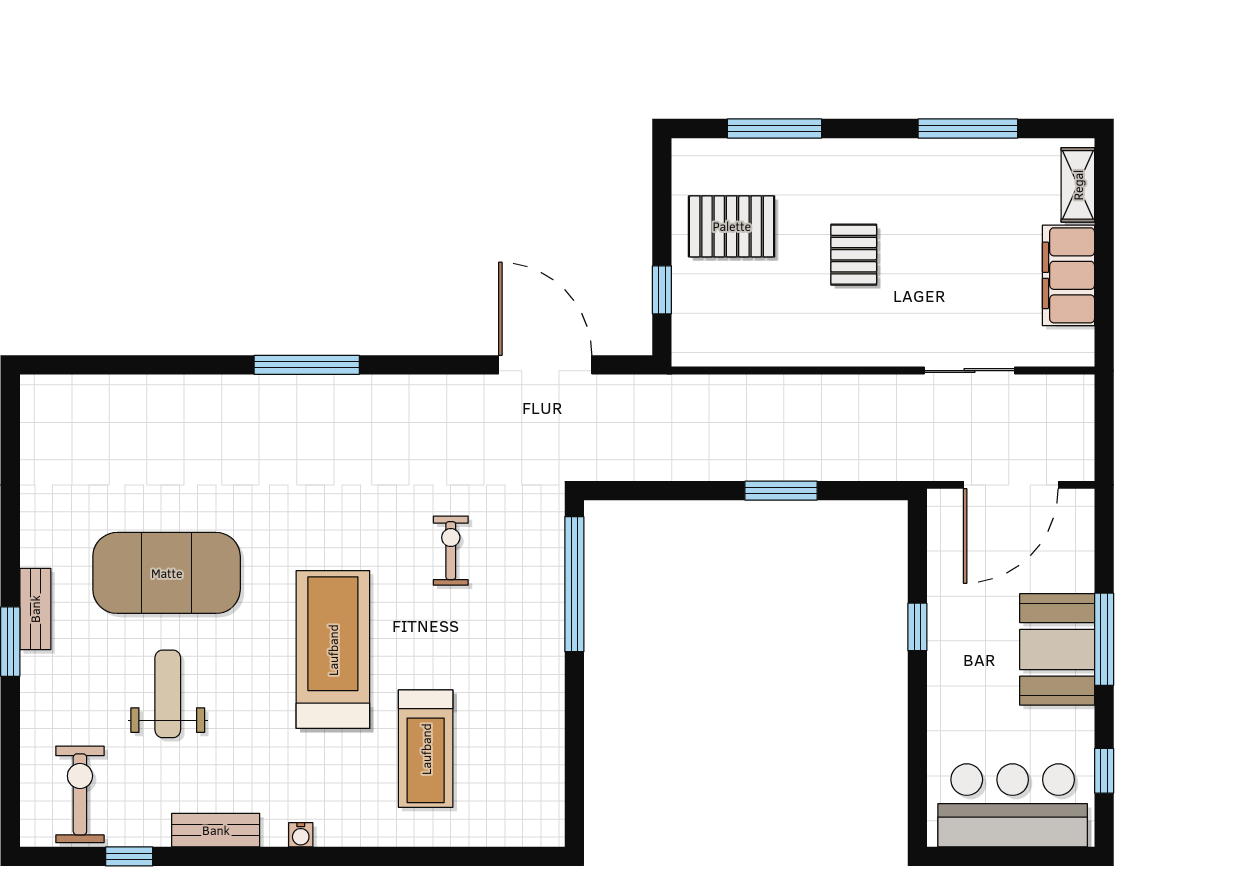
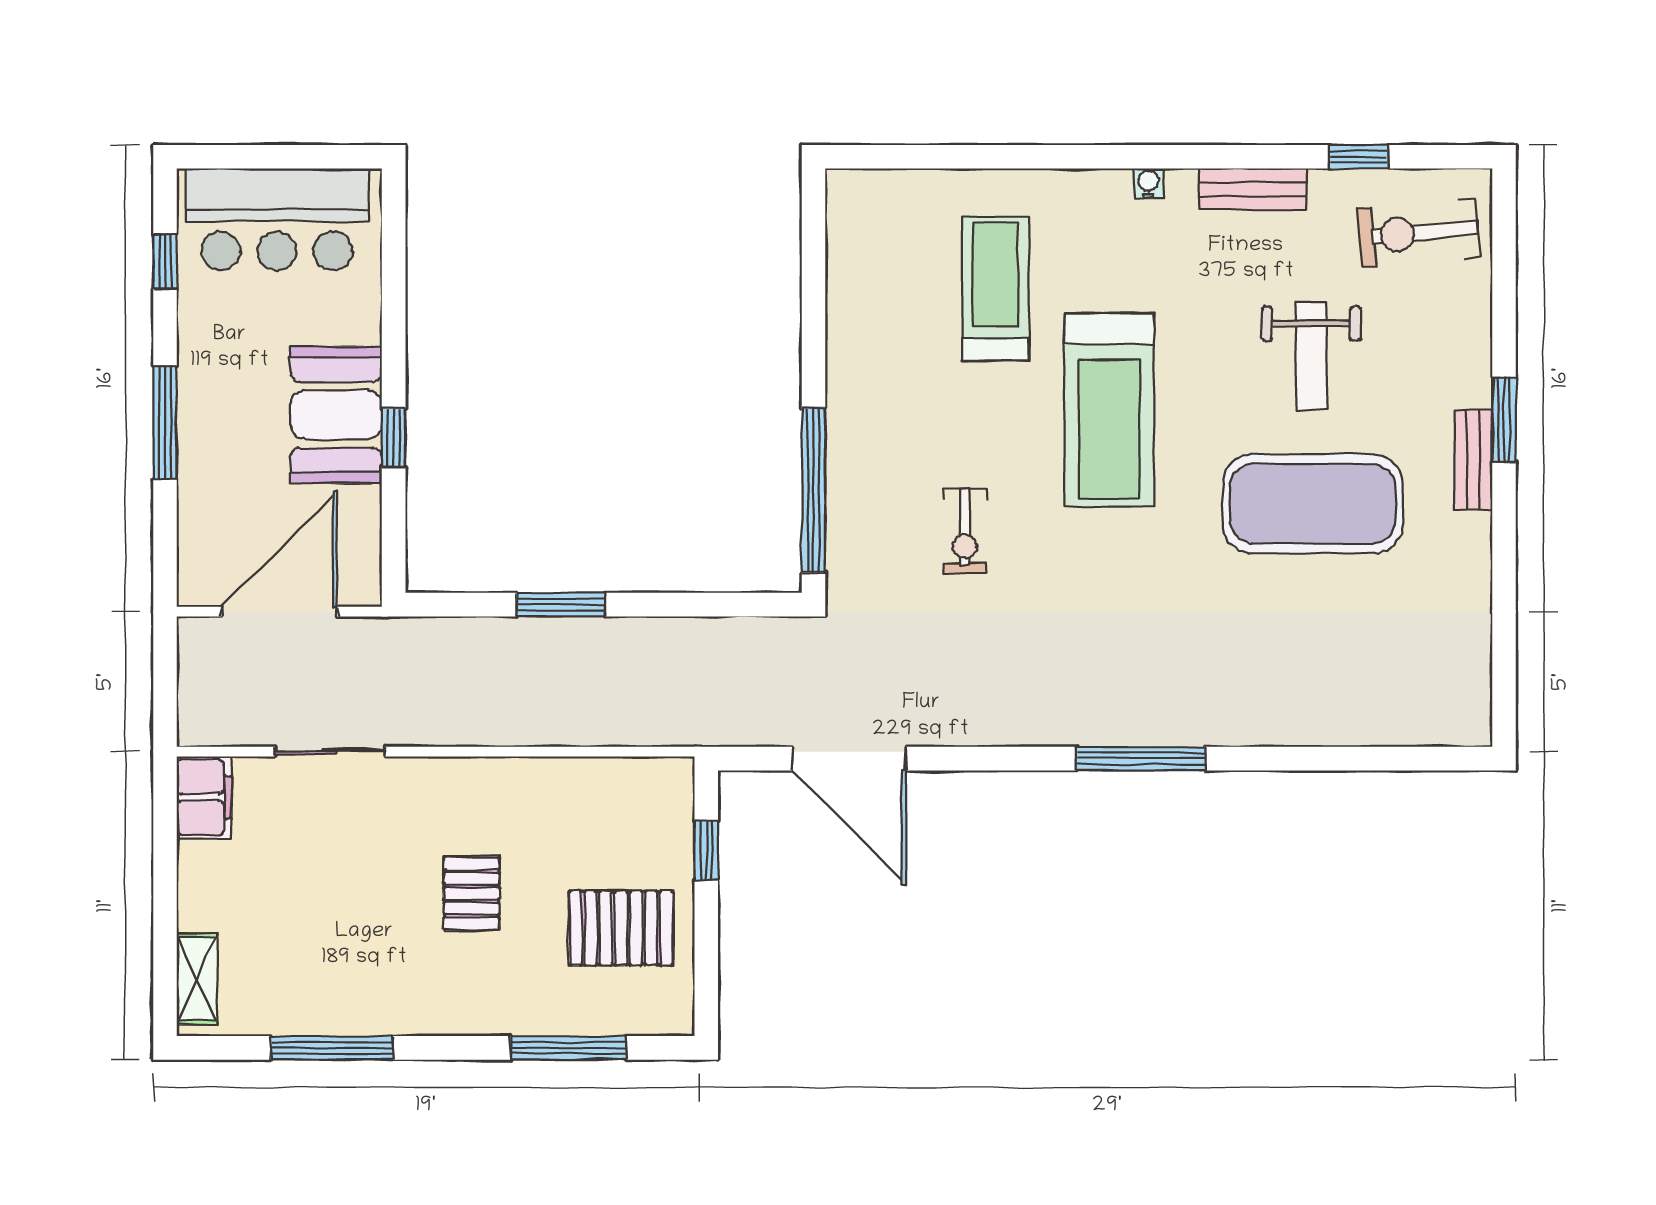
filing cabinet: (1068, 275) -> (204, 797), moved, width x0.67, depth x0.86
booth: (1057, 649) -> (336, 415), moved
exercise bike: (80, 794) -> (1419, 233), turned 85

